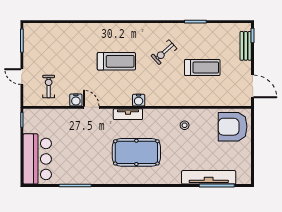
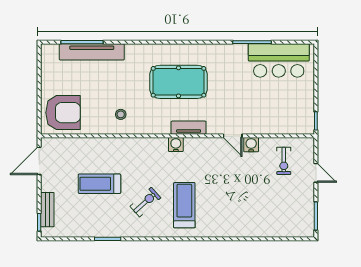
treadmill: (116, 61) -> (184, 205), moved, turned 90
door: (253, 86) -> (39, 161), hinge flipped
bar counter: (37, 159) -> (279, 60), moved, turned -90

